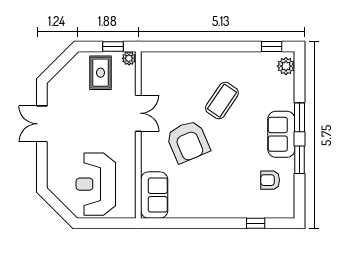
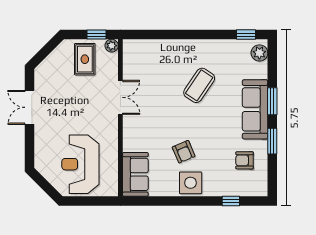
sofa: (281, 134) -> (255, 109), width x1.36
armchair: (188, 141) -> (184, 152), moved, width x0.53, depth x0.53
side table: (213, 204) -> (191, 183), added

